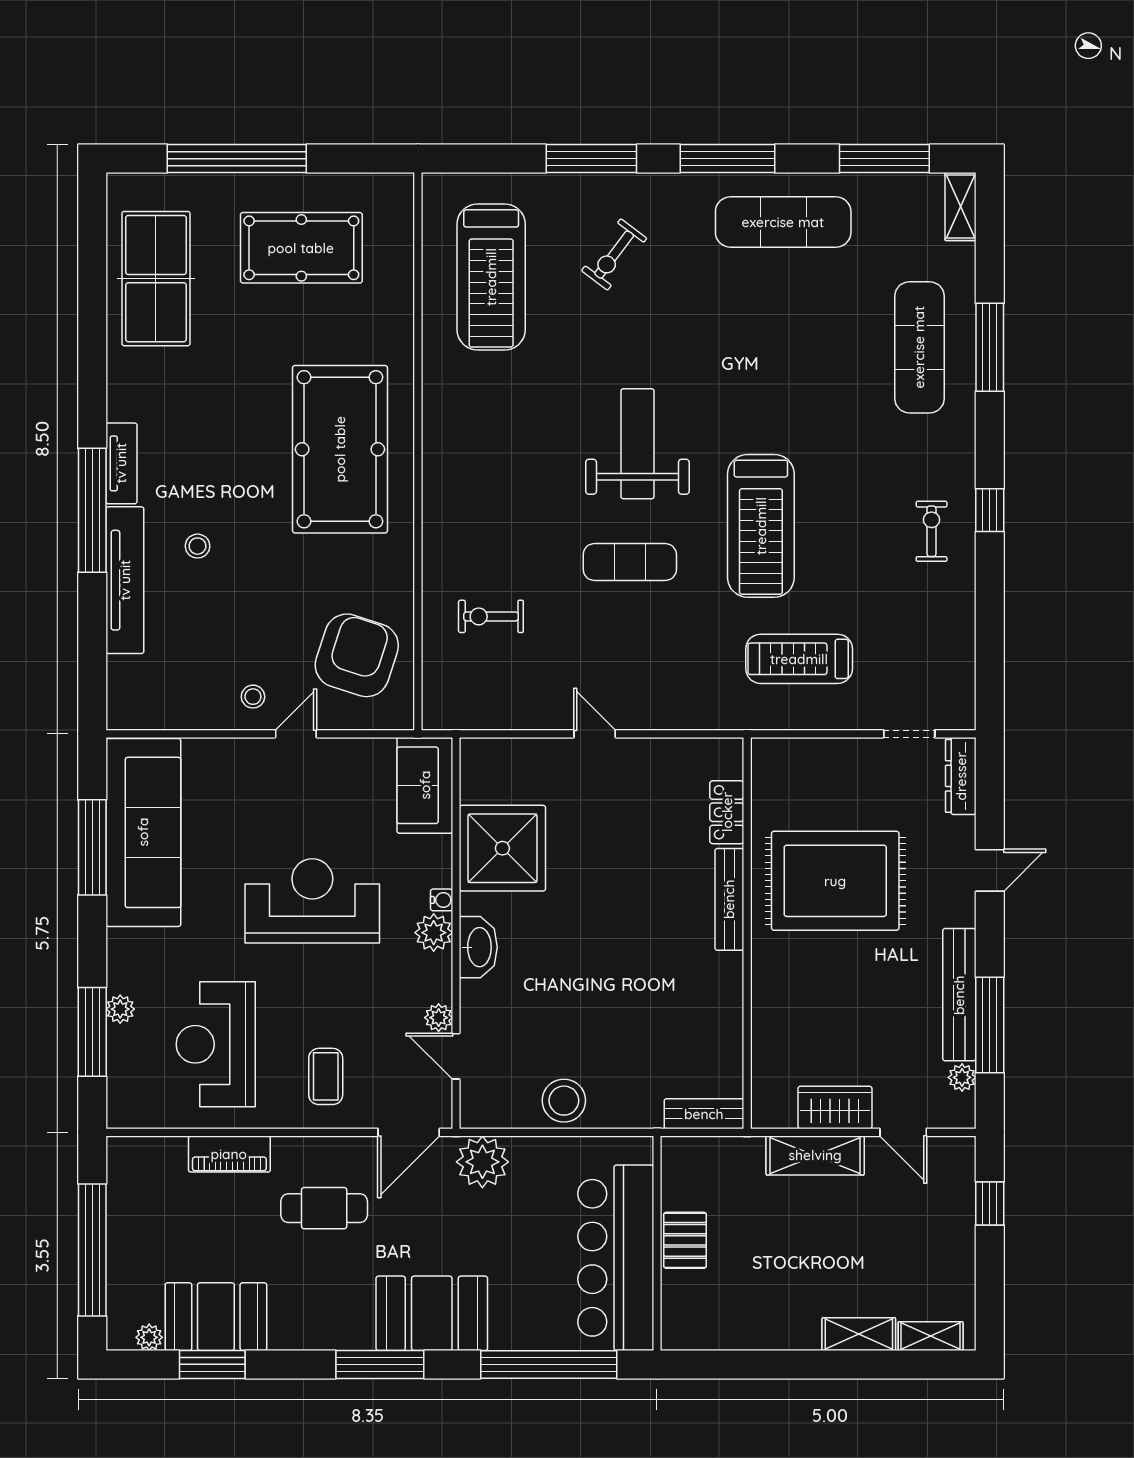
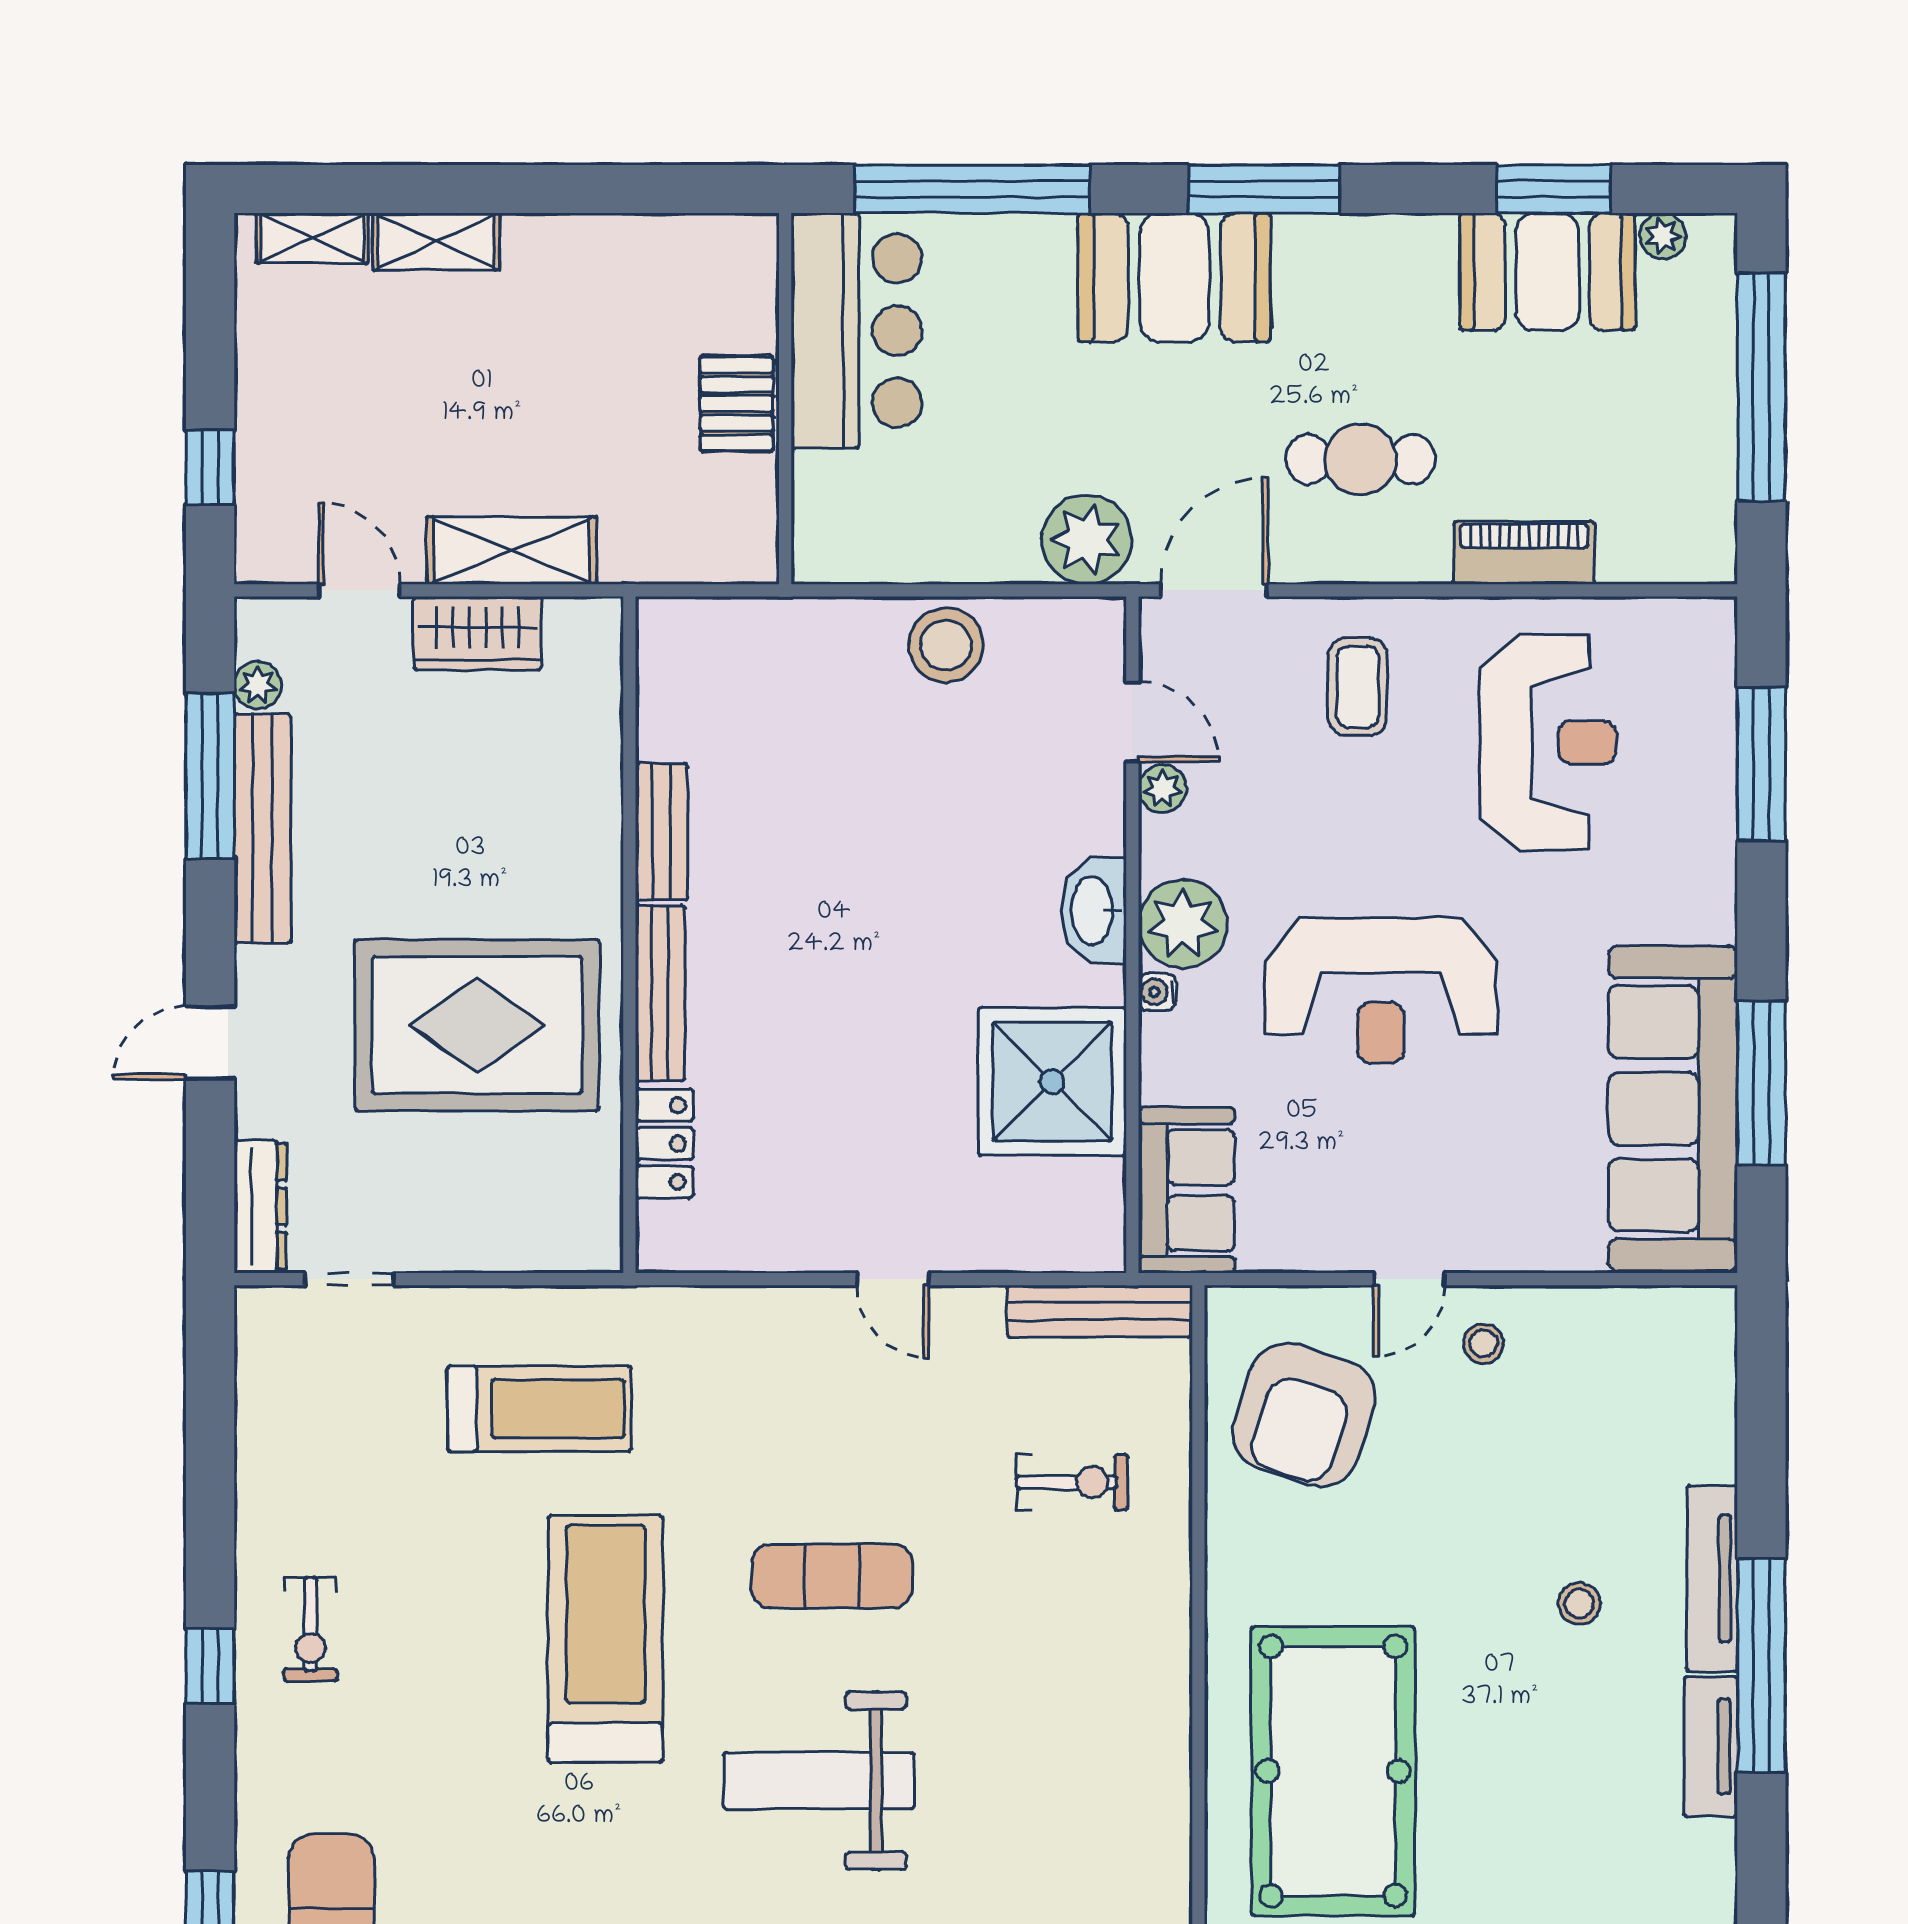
weight bench: (637, 444) -> (819, 1781), turned 90
tv unit: (125, 580) -> (1712, 1578), width x0.73, depth x0.78
bench: (475, 715) -> (1100, 1311), added
plant: (434, 933) -> (1183, 924), width x1.36, depth x1.36
plant: (120, 1009) -> (1713, 803), removed
bench: (704, 1114) -> (661, 832), moved, turned 90
bar counter: (616, 1258) -> (856, 331), width x0.73

